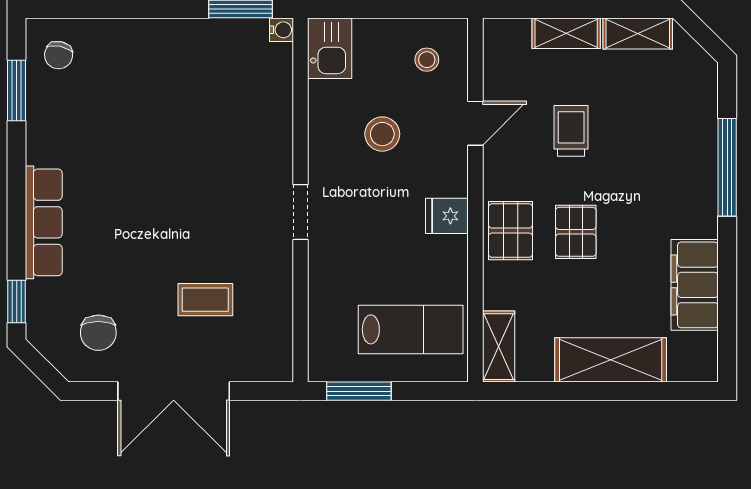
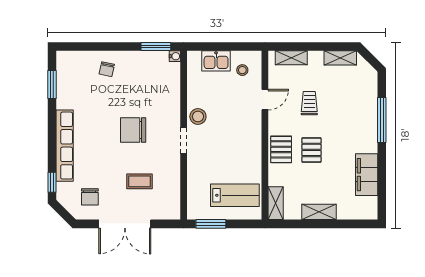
shelving: (566, 33) -> (291, 58), moved
kitchen sink: (330, 48) -> (216, 61), moved, turned 90
chair: (59, 55) -> (107, 69), moved
stool: (382, 134) -> (198, 117), moved
chair: (191, 189) -> (133, 130), added
fridge: (447, 216) -> (252, 143), removed
row of seats: (44, 222) -> (65, 146), width x1.36
shelving: (611, 360) -> (319, 212), width x0.67, depth x0.75

